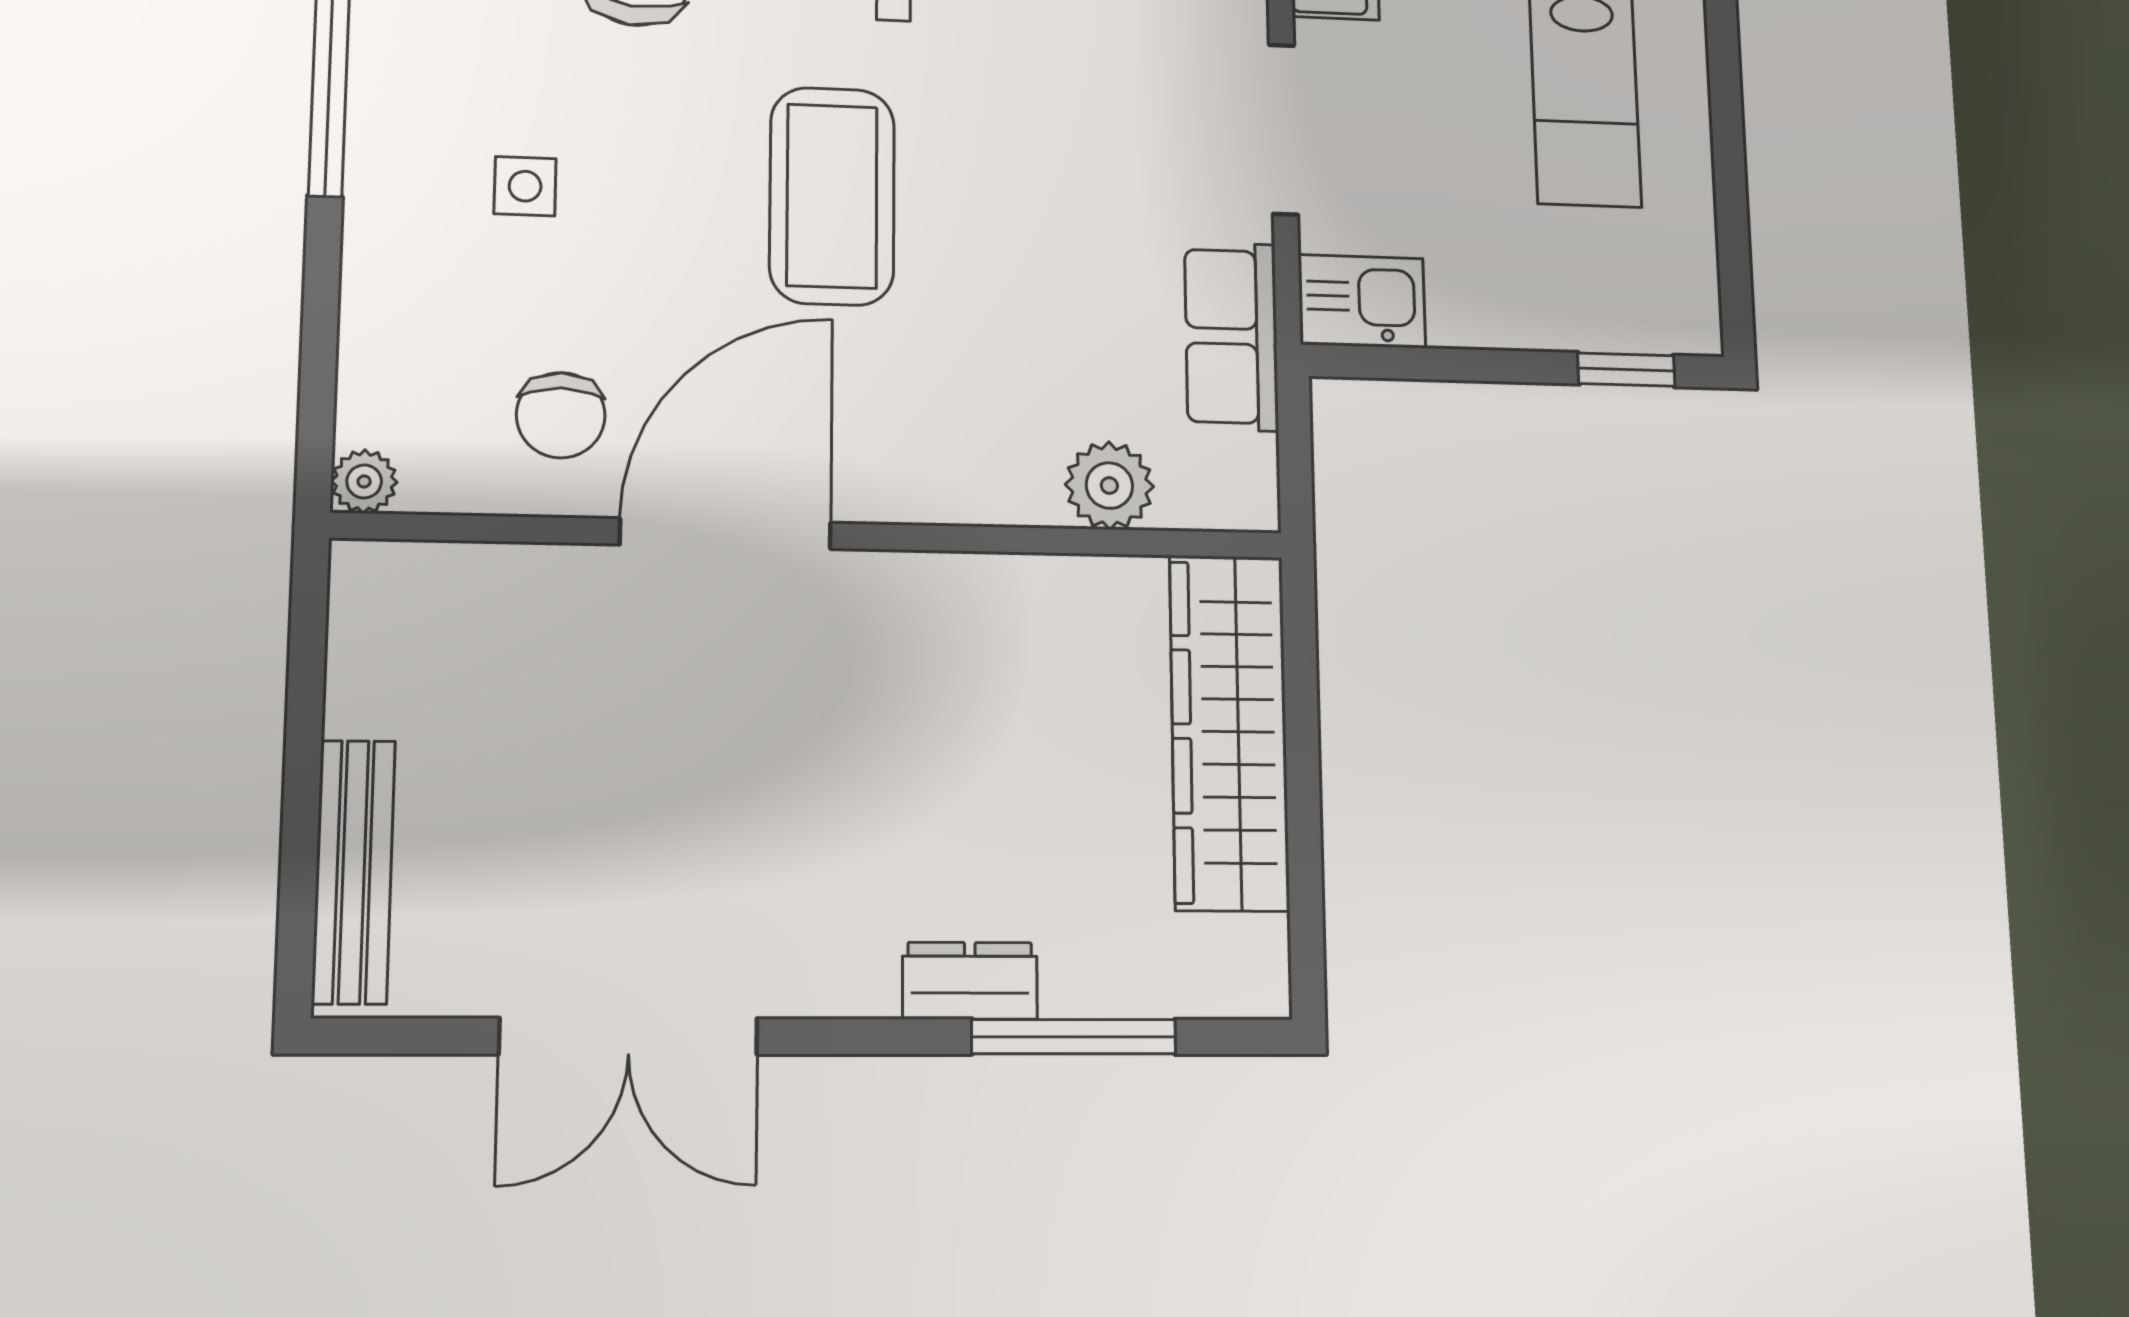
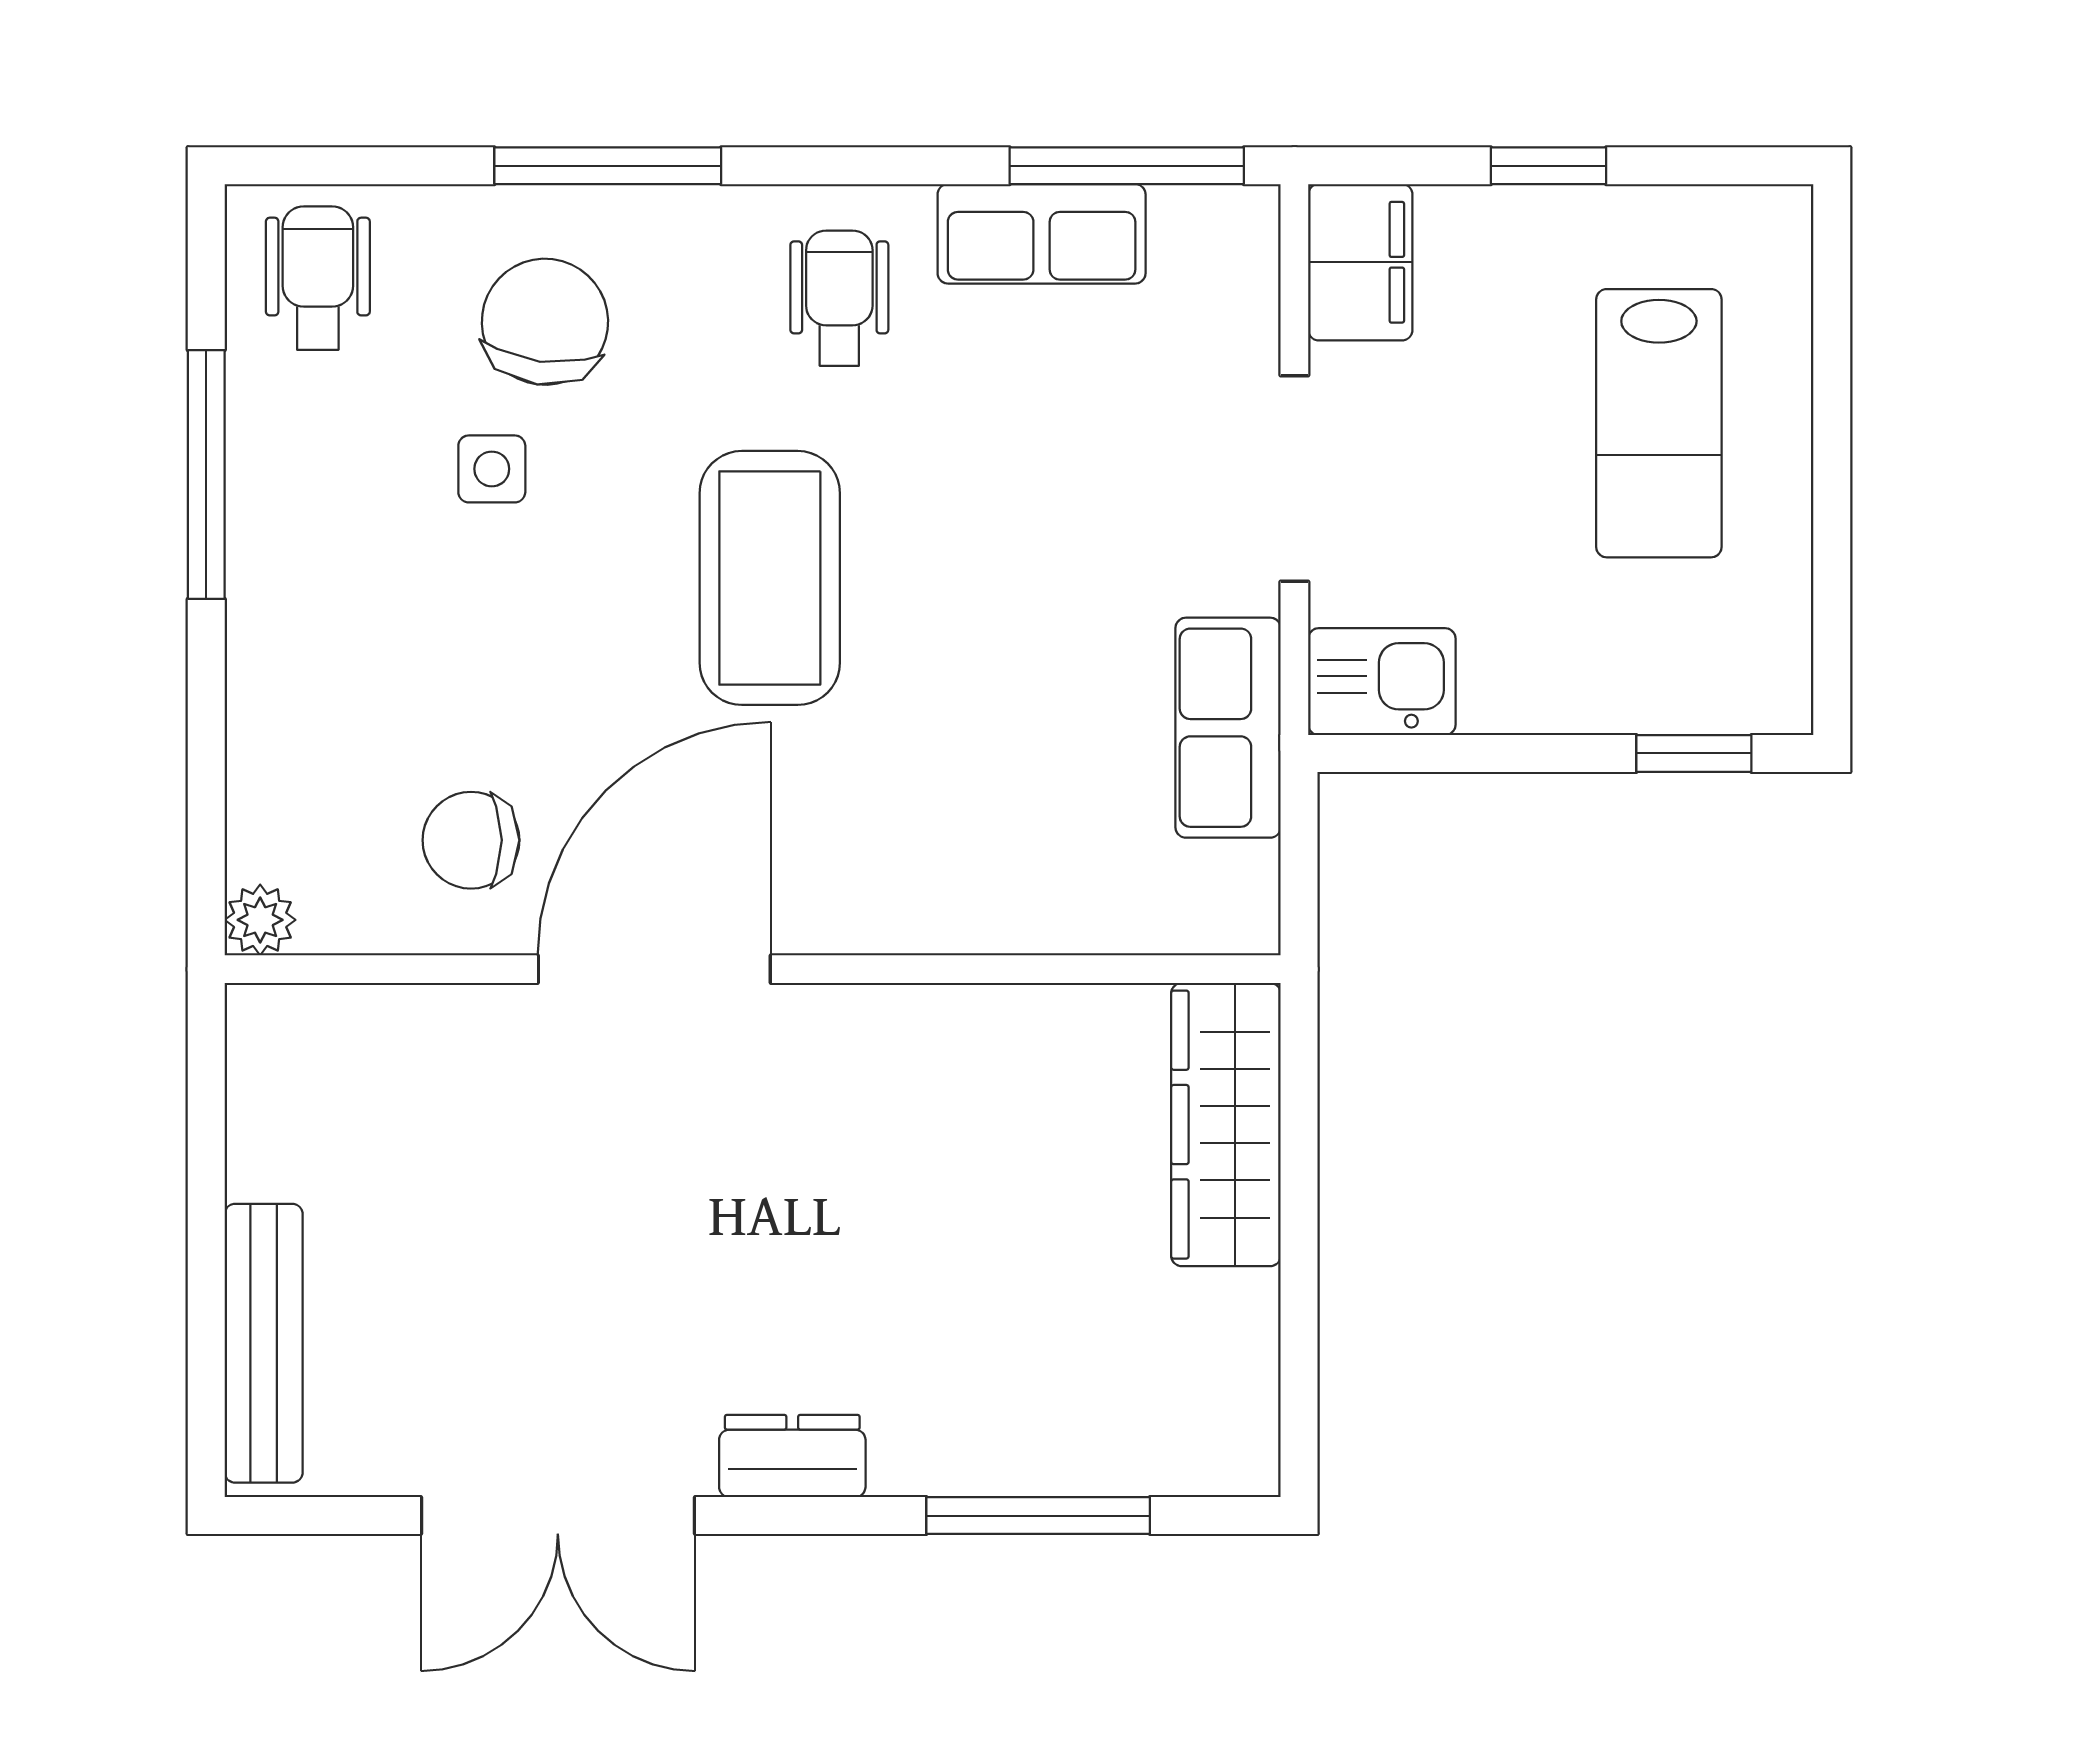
side table: (525, 186) -> (492, 469), moved
chair: (561, 415) -> (471, 840), turned 90
plant: (1109, 486) -> (1085, 905), removed
wardrobe: (1229, 732) -> (1226, 1125), width x0.71, depth x0.85
dresser: (970, 981) -> (792, 1456), moved

